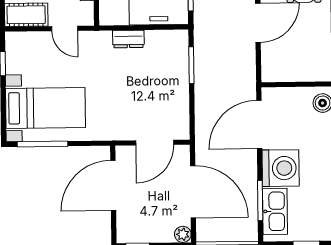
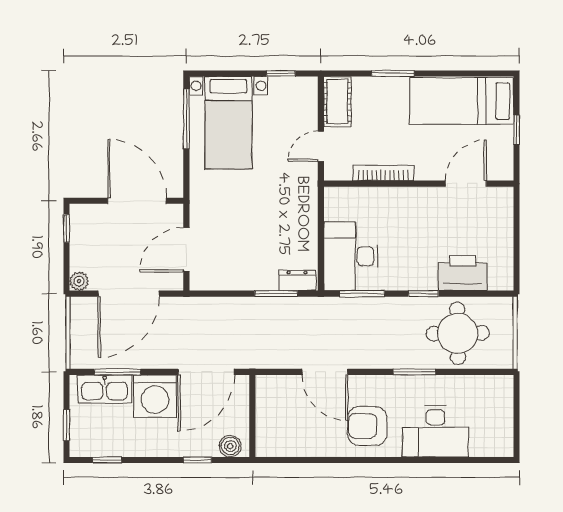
dresser: (128, 39) -> (297, 280), moved, turned 90
door: (259, 125) -> (206, 372), swing flipped
door: (155, 143) -> (186, 250), hinge flipped

